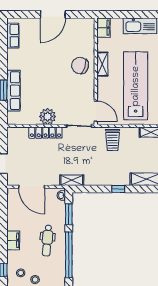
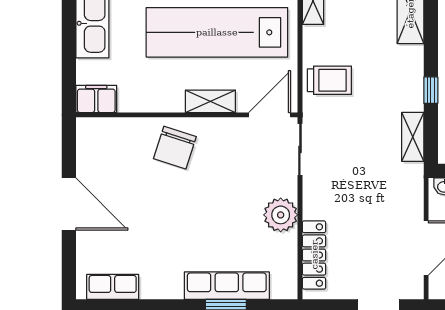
shelving: (102, 64) -> (210, 101), moved
locker: (46, 133) -> (314, 255), moved
shelving: (72, 180) -> (413, 137), moved
window: (118, 189) -> (431, 90), moved

